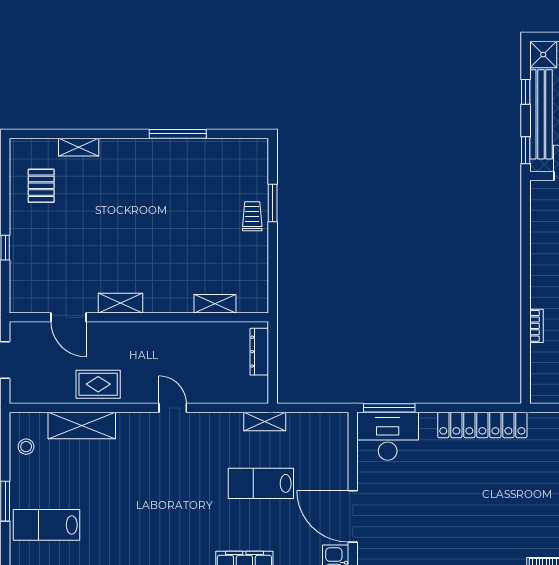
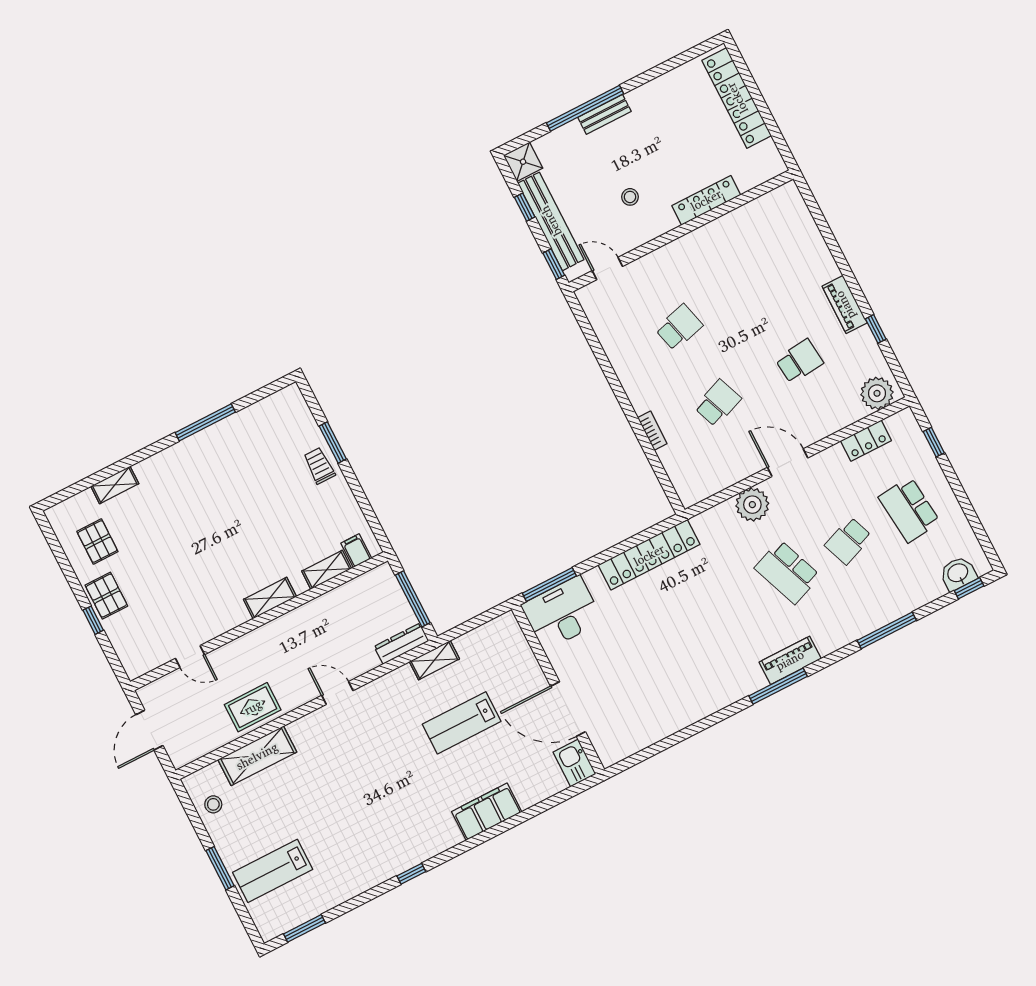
pallet: (26, 233) -> (106, 596), added
filing cabinet: (247, 300) -> (356, 551), added
shelving: (120, 303) -> (270, 598), moved
door: (68, 317) -> (190, 657), width x0.73
dresser: (259, 352) -> (401, 644), moved, turned 90
window: (273, 363) -> (413, 599), added

